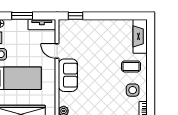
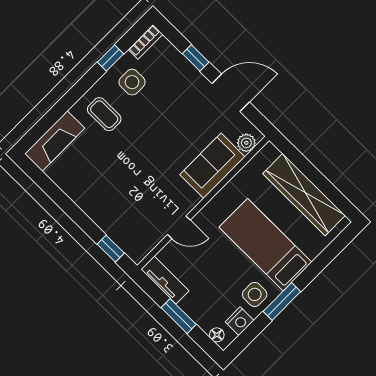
door: (57, 51) -> (179, 227), hinge flipped
sofa: (68, 75) -> (212, 166), moved
window: (151, 91) -> (110, 58), added

